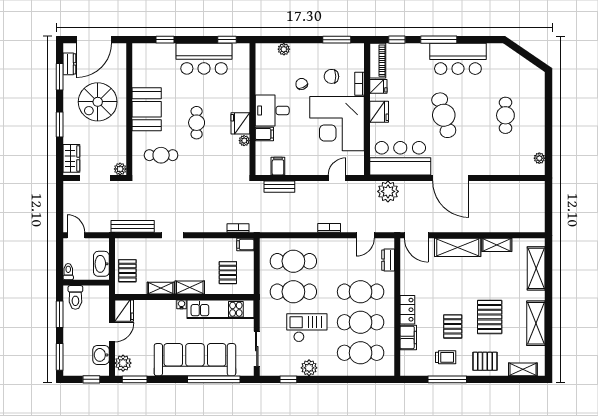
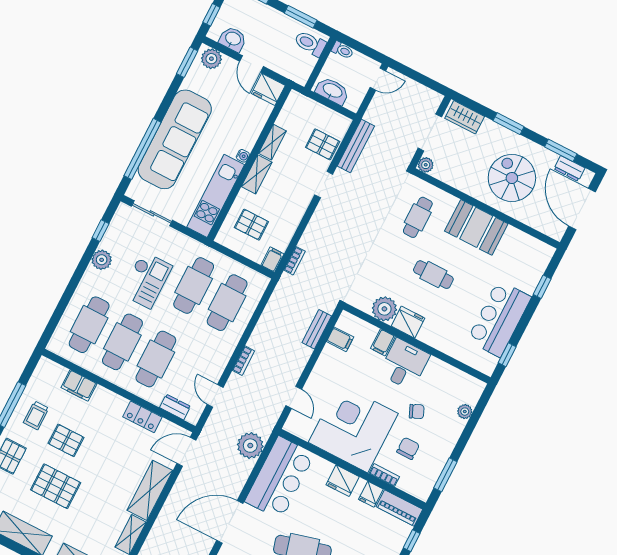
plant: (244, 141) -> (384, 309), width x1.88, depth x1.88
pallet: (127, 271) -> (323, 144), moved
locker: (407, 310) -> (142, 417), moved

